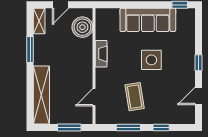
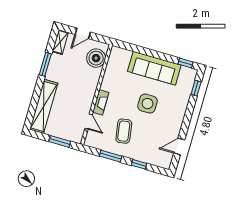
fireplace: (101, 54) -> (101, 102), moved
window: (199, 63) -> (196, 88), moved
door: (94, 97) -> (89, 122), swing flipped

